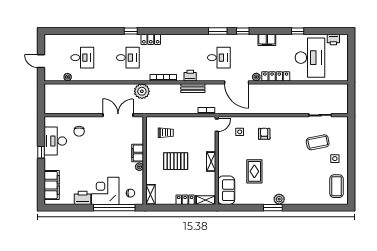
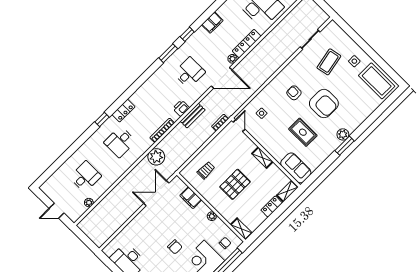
desk: (128, 58) -> (120, 142), turned 180
chair: (79, 131) -> (175, 247), moved
armchair: (264, 134) -> (294, 93), moved
filing cabinet: (138, 153) -> (191, 198), moved
armchair: (287, 166) -> (324, 104), added
coffee table: (337, 186) -> (377, 81), width x1.36, depth x1.32

